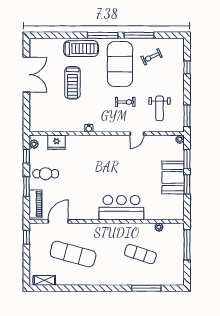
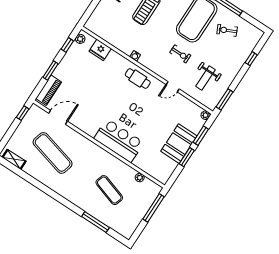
cafe table: (46, 174) -> (138, 79), moved

